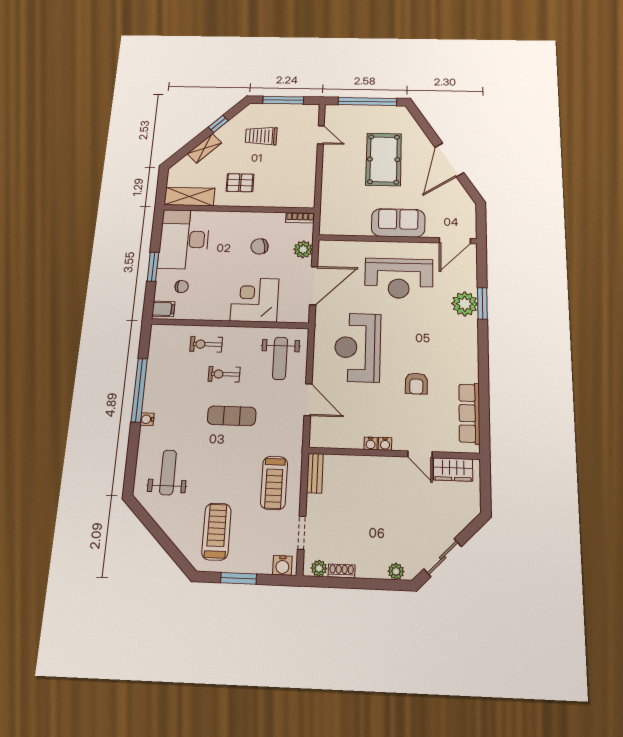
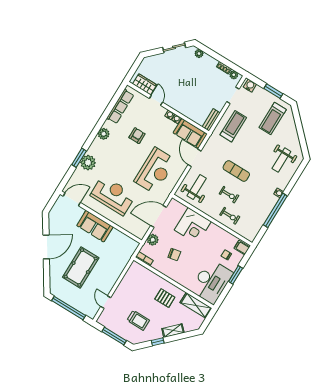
plant: (469, 358) -> (104, 134), added
sofa: (336, 433) -> (190, 133), added

